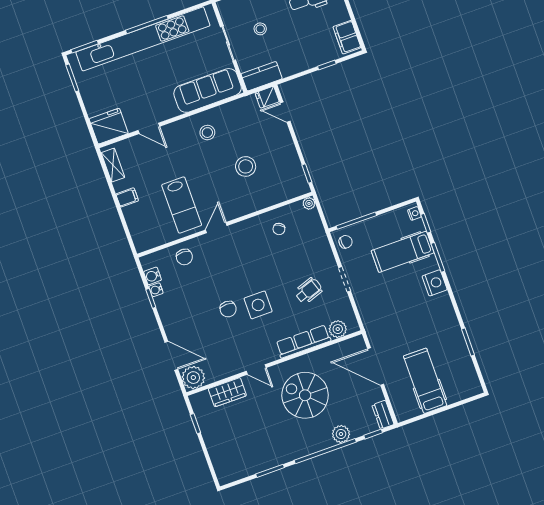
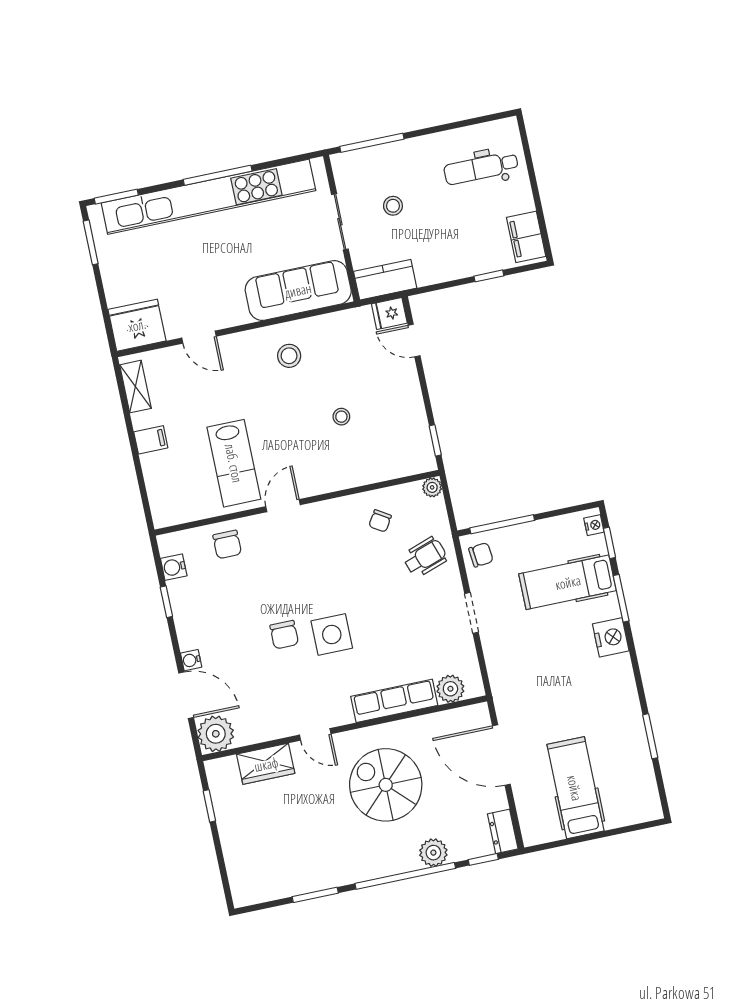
stool: (246, 166) -> (341, 417), width x0.53, depth x0.53
water cooler: (156, 290) -> (191, 660), moved
wheelchair: (308, 291) -> (425, 557), moved

